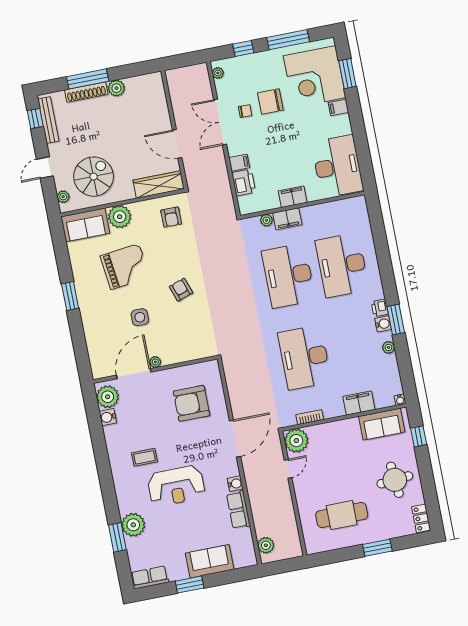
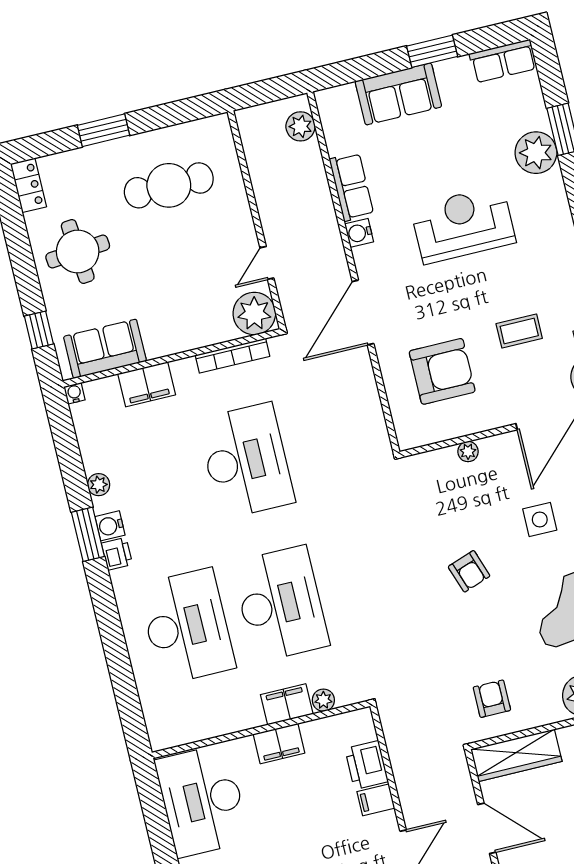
plant: (155, 362) -> (468, 452), moved
bookcase: (310, 417) -> (232, 356), width x1.56
coffee table: (144, 457) -> (519, 331), moved

